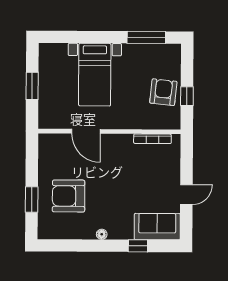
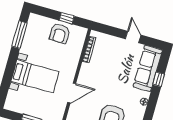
armchair: (163, 92) -> (60, 33), turned -96
sofa: (157, 227) -> (148, 68), width x1.36

